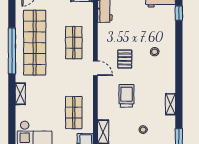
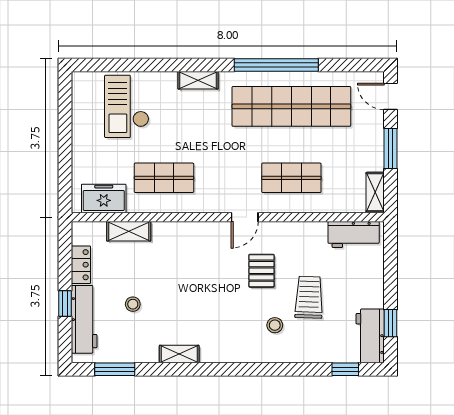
pallet: (125, 59) -> (261, 271), turned 90
trolley: (126, 96) -> (309, 297), moved, turned -88

